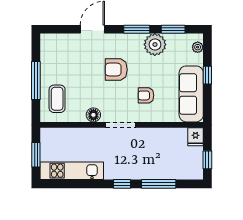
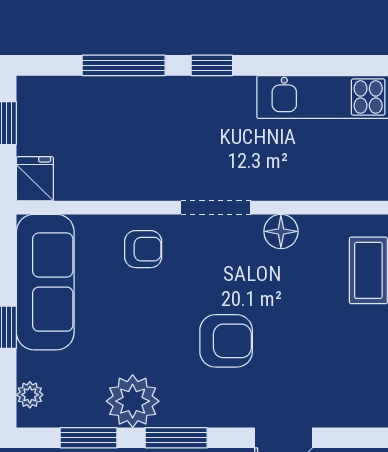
armchair: (146, 95) -> (143, 249), moved

